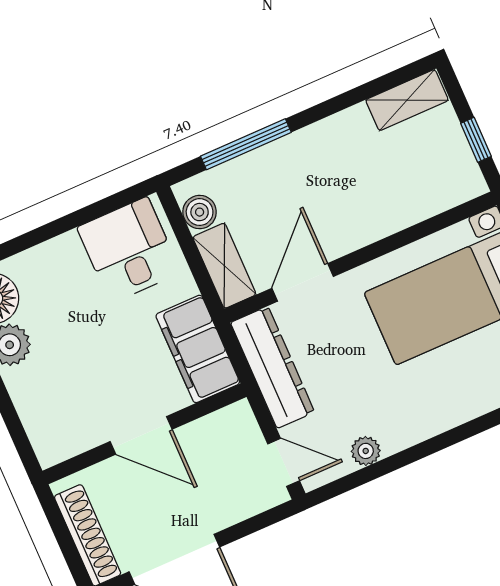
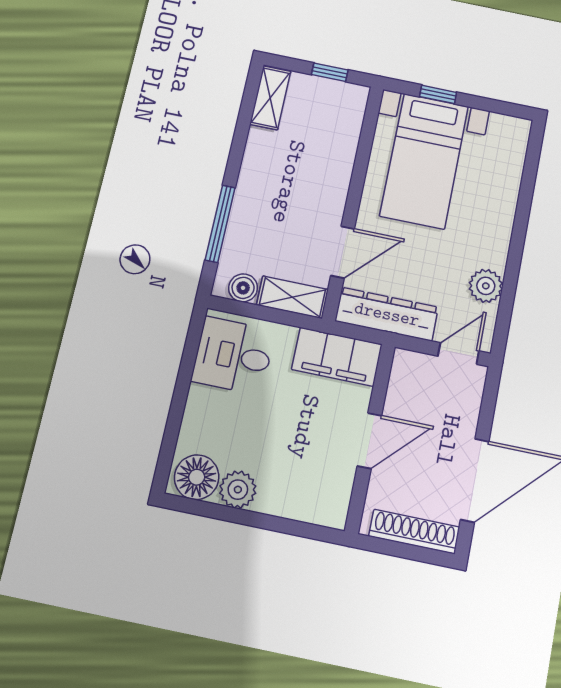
door: (303, 282) -> (343, 252), swing flipped
plant: (366, 451) -> (486, 286), width x1.38, depth x1.38

